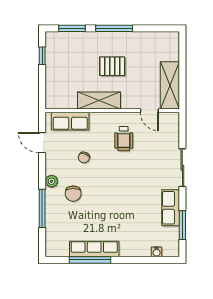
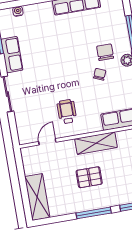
shelving: (170, 85) -> (37, 197), moved
door: (149, 111) -> (47, 142), hinge flipped
chair: (84, 157) -> (100, 74), moved

